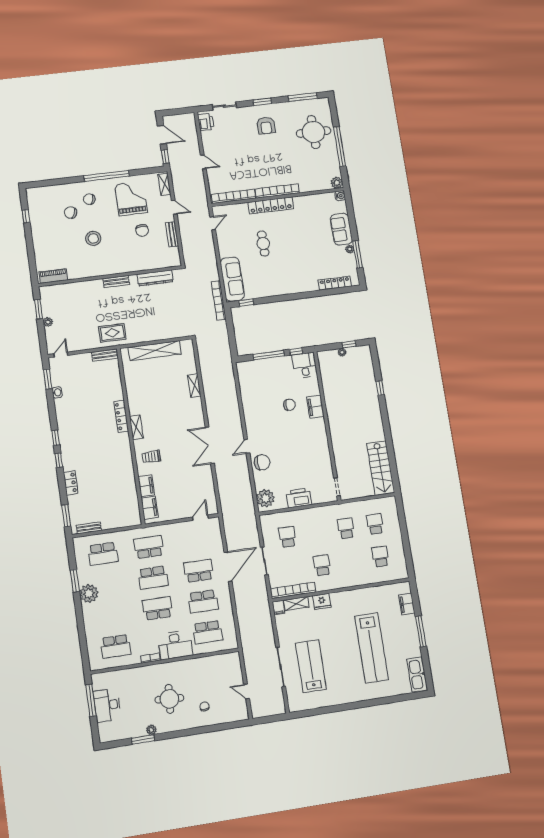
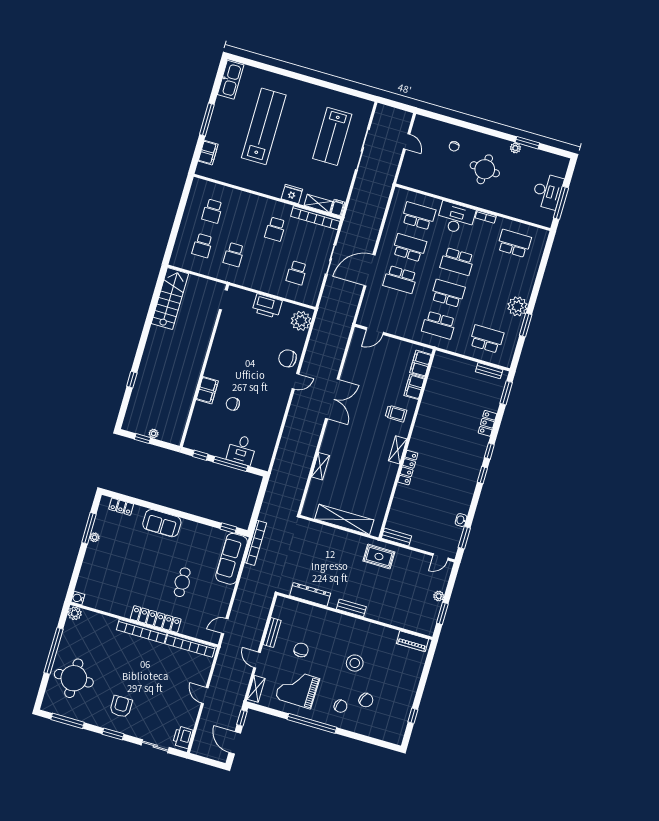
grand piano: (131, 198) -> (297, 688), turned 91
sofa: (341, 229) -> (162, 523), moved, turned 90
locker: (335, 283) -> (121, 507), width x0.66
desk: (305, 365) -> (242, 450), moved

